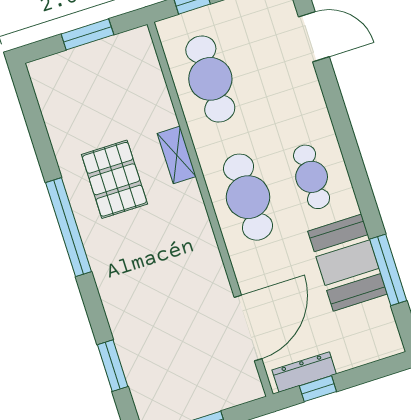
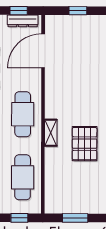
shelving: (177, 155) -> (51, 133), moved

